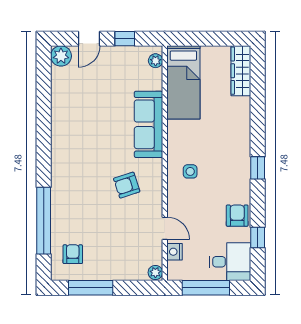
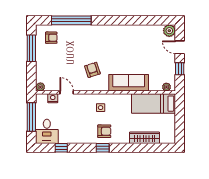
wardrobe: (241, 71) -> (145, 138), moved
armchair: (237, 216) -> (104, 131), moved
door: (165, 228) -> (67, 92), swing flipped

